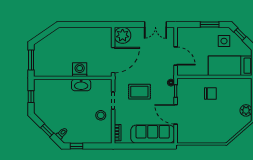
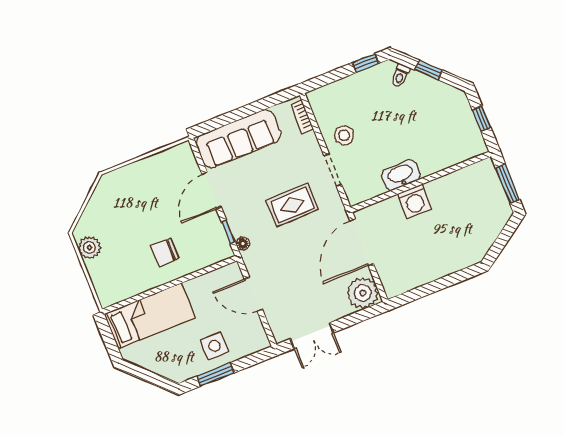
double door: (155, 24) -> (312, 336), swing flipped
window: (240, 34) -> (155, 379), removed
side table: (224, 41) -> (214, 346), moved
door: (176, 114) -> (212, 191), swing flipped

